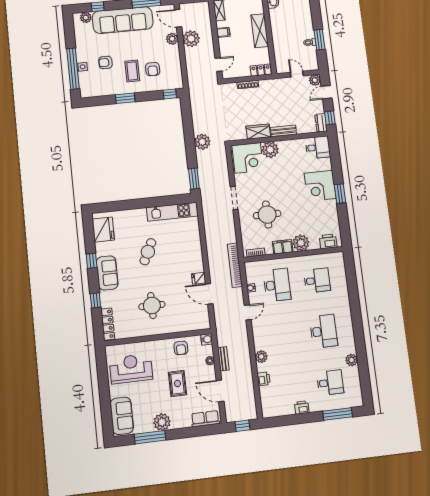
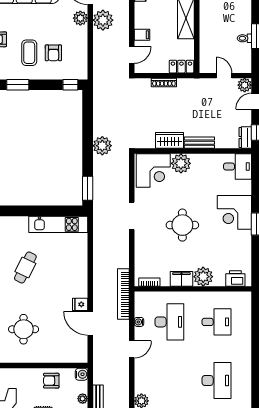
filing cabinet: (223, 32) -> (142, 35), moved
round table: (267, 215) -> (182, 225), moved
armchair: (181, 348) -> (51, 381), turned 90

